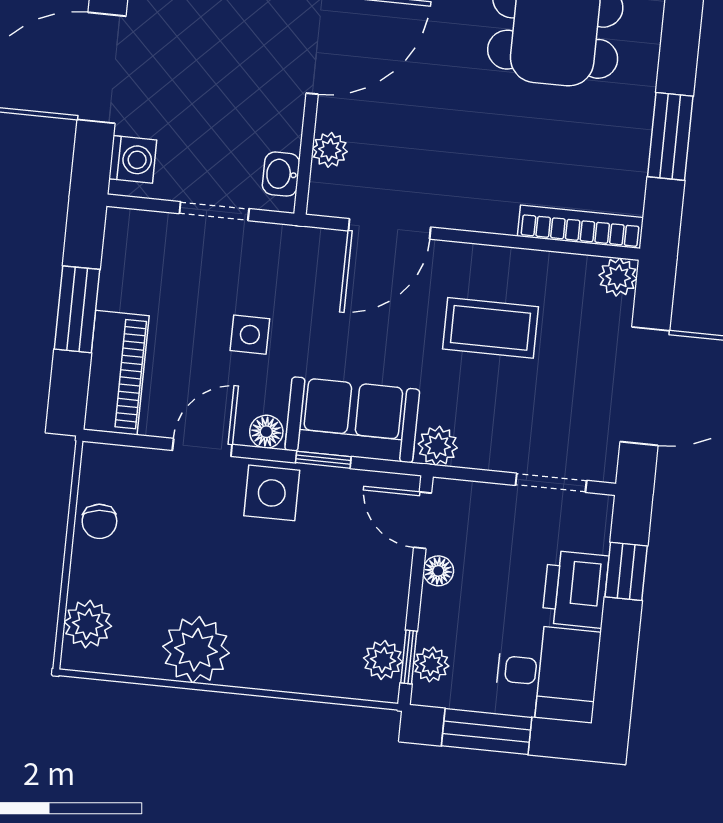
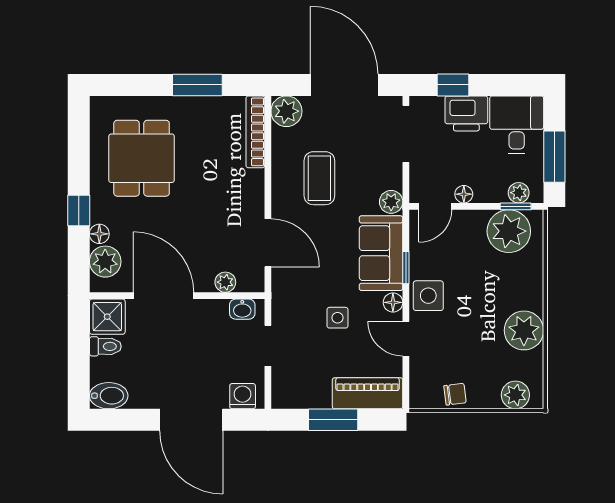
plant: (618, 277) -> (286, 111), width x1.38, depth x1.38
doorway: (551, 483) -> (406, 134), width x1.38
plant: (383, 660) -> (509, 231), width x1.87, depth x1.87

